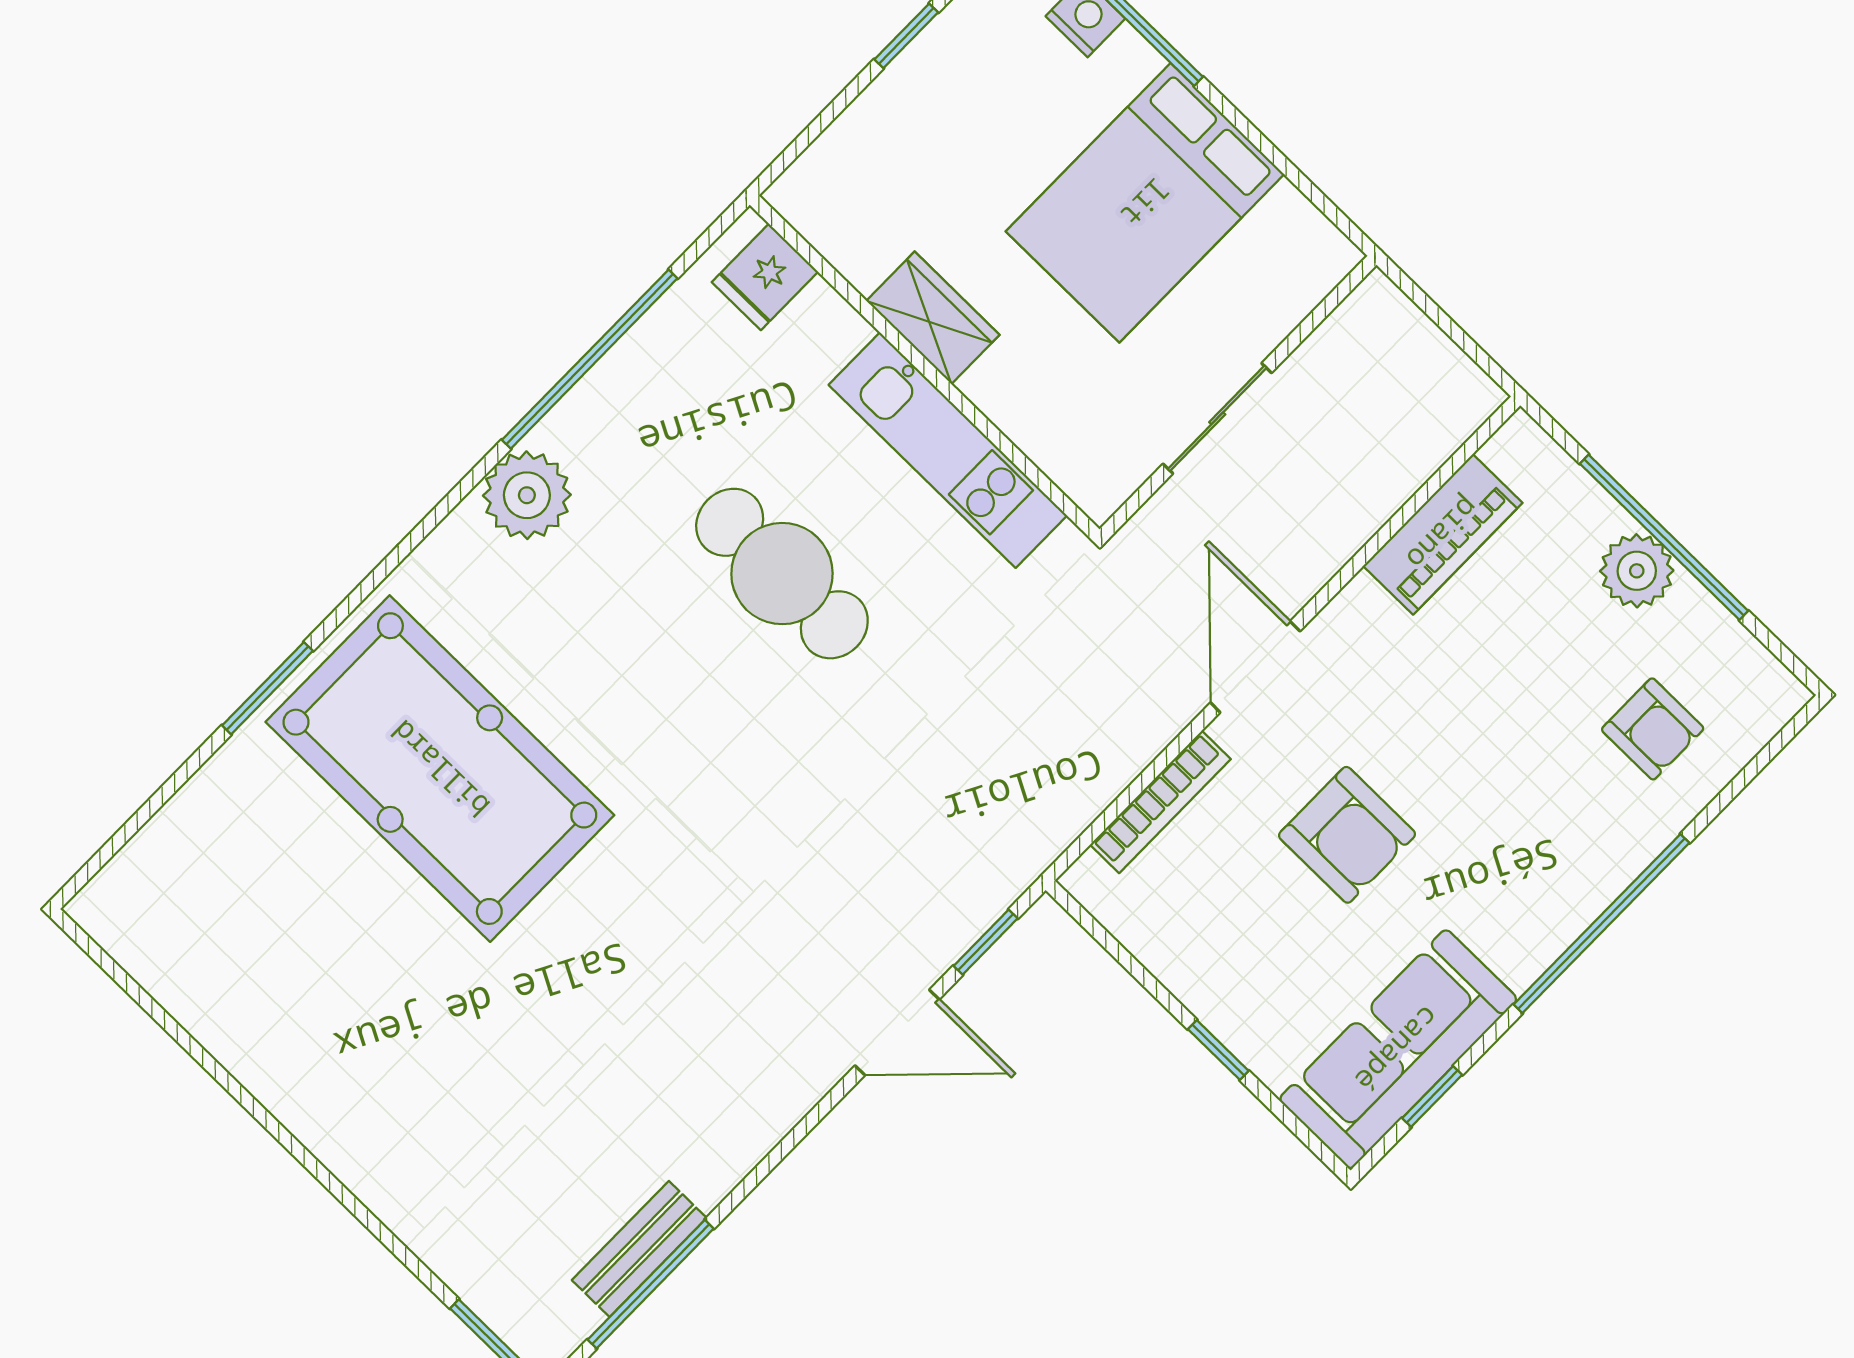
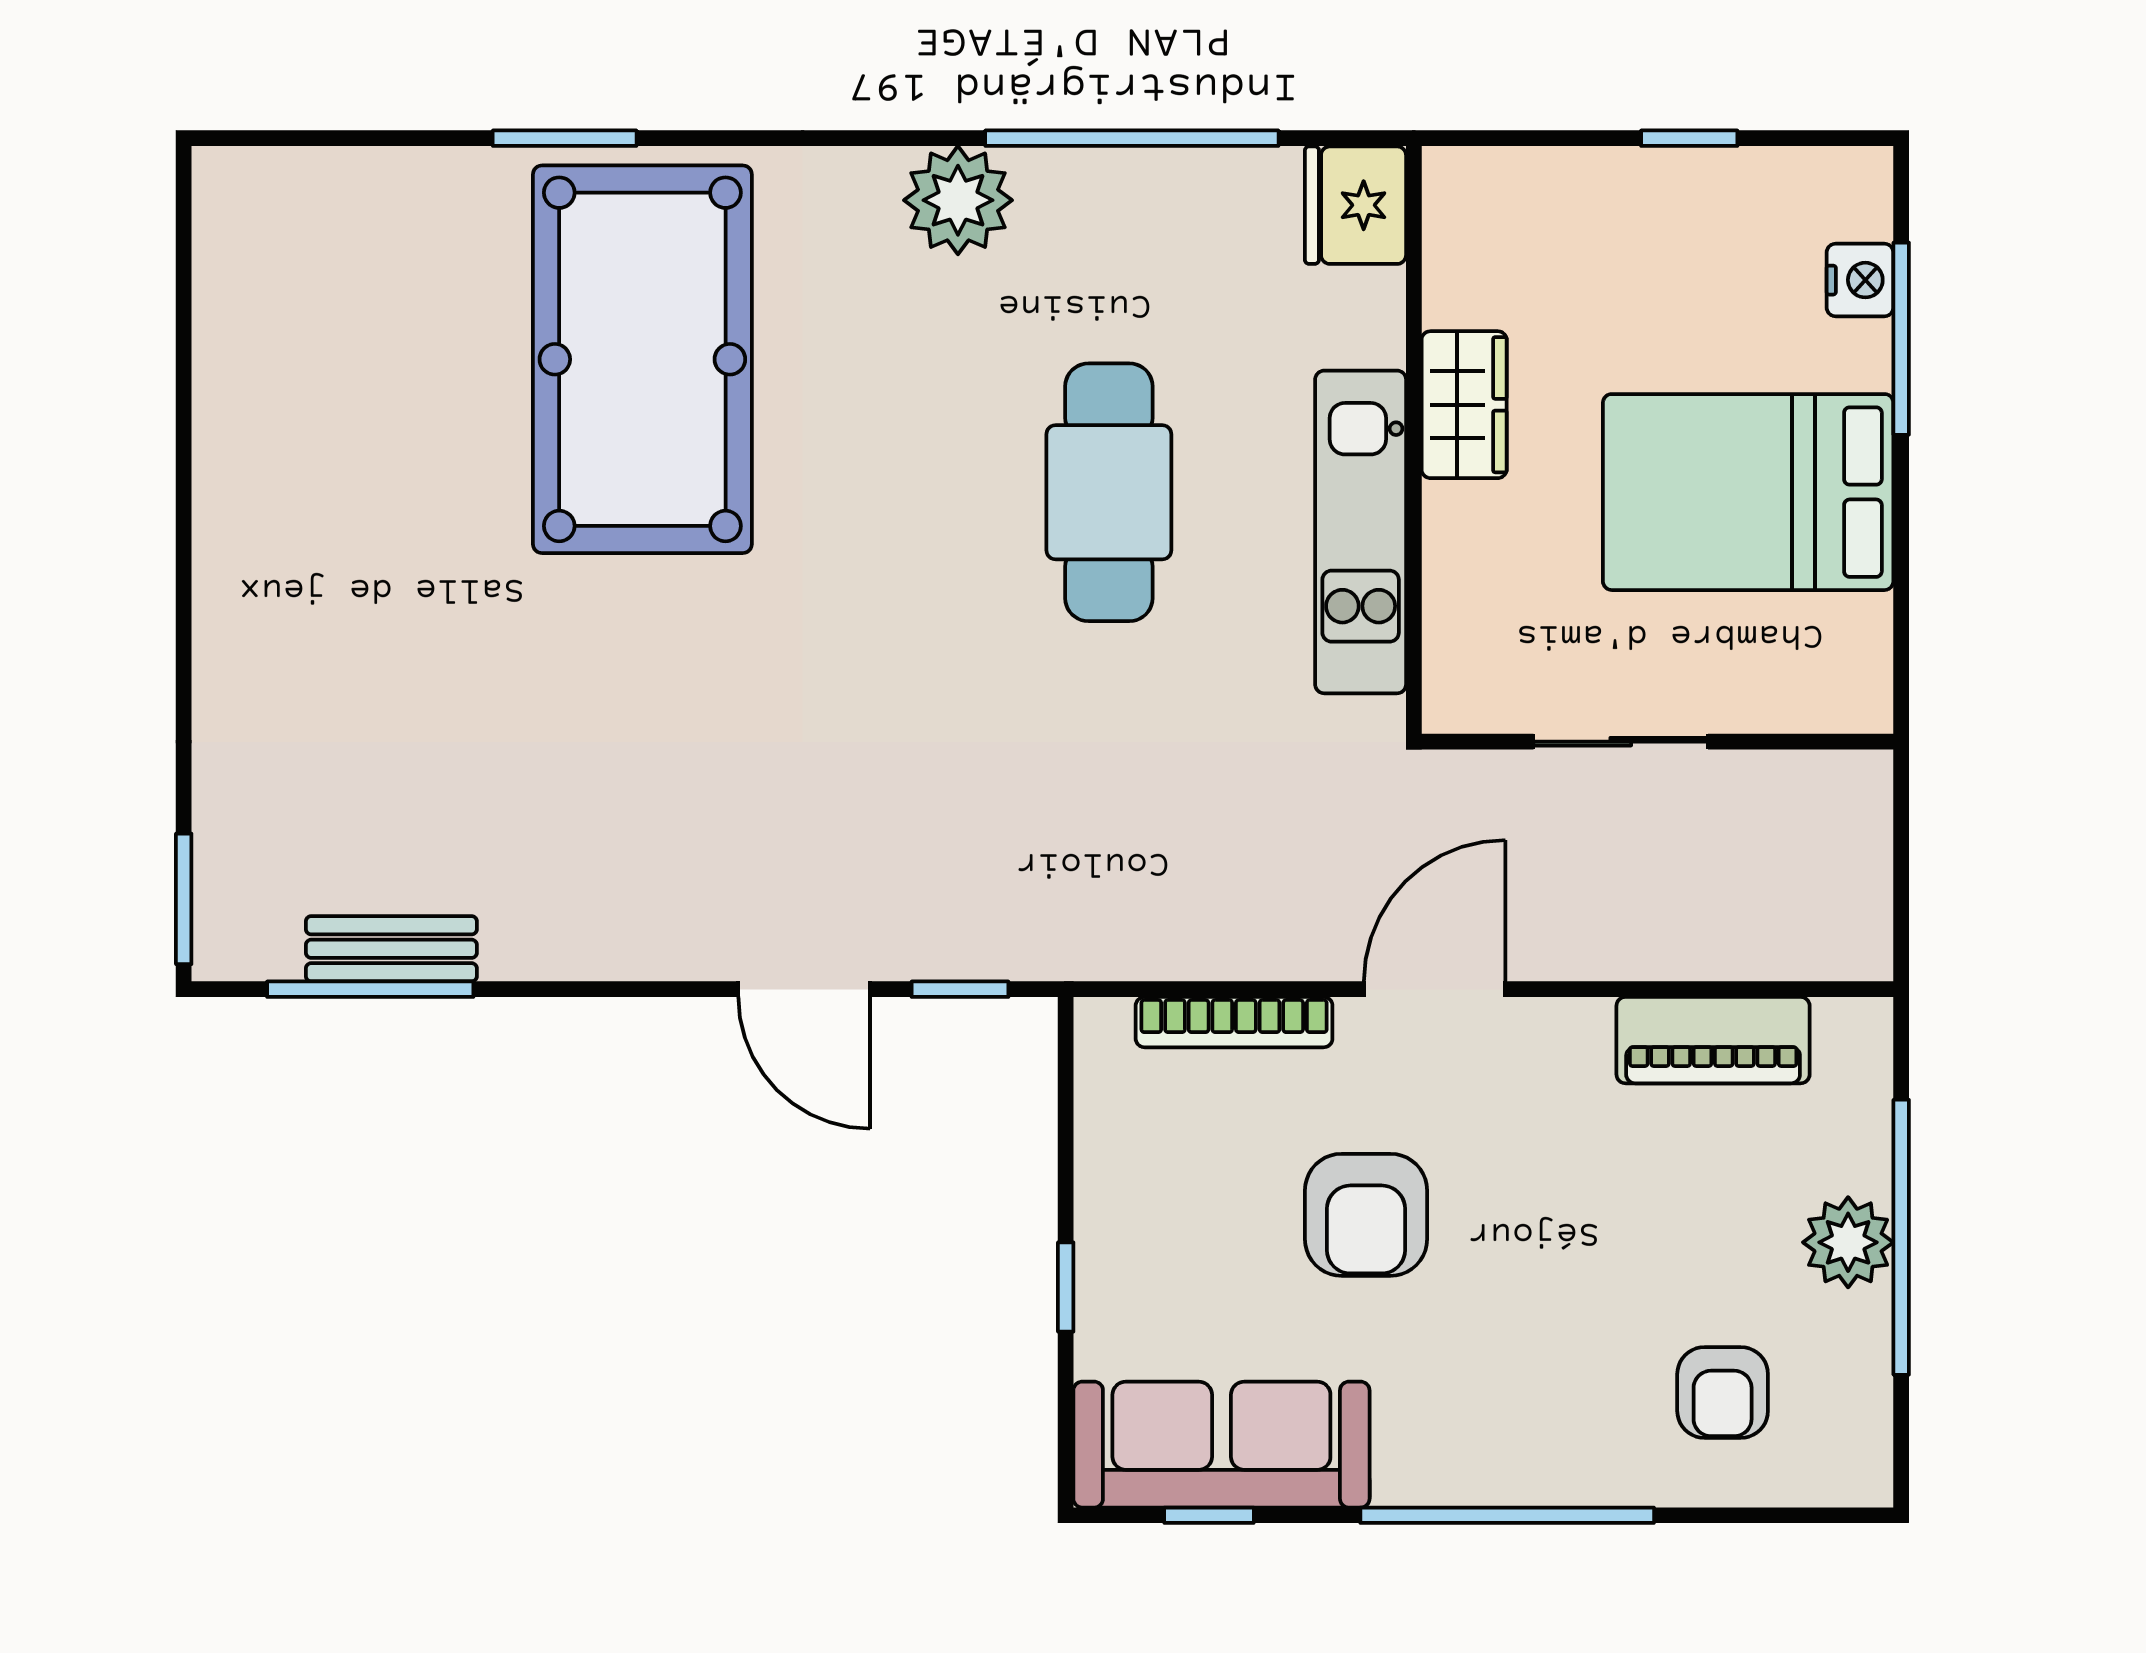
fridge: (765, 277) -> (1355, 205), width x1.38

